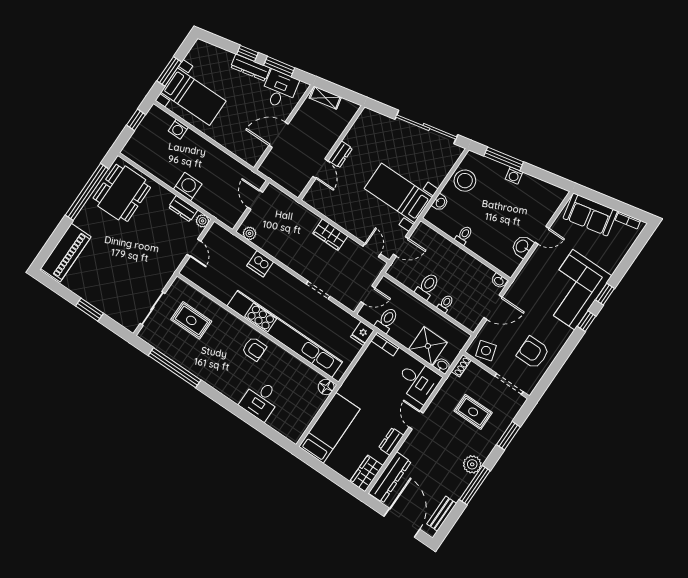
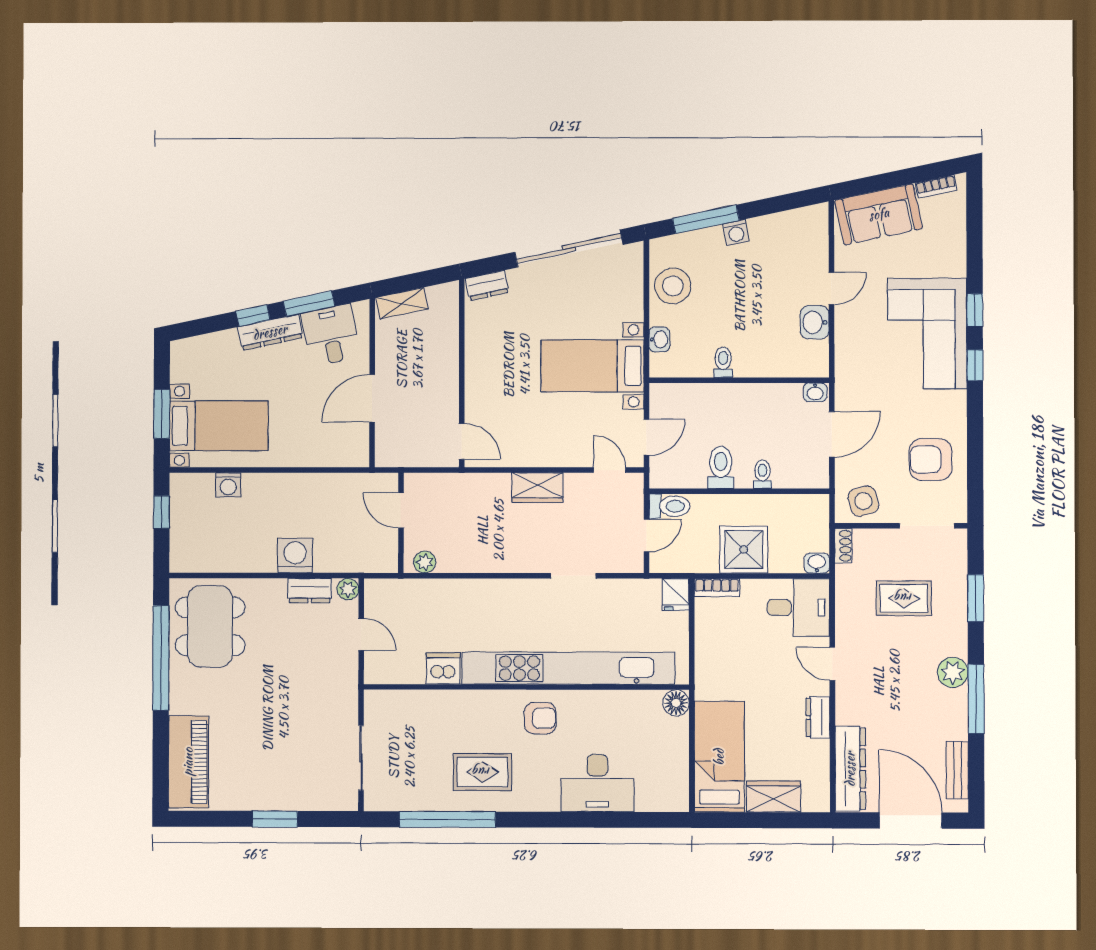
dresser: (340, 154) -> (487, 285), moved, turned 78
door: (320, 169) -> (462, 441), moved
dishwasher: (260, 264) -> (443, 668), moved, turned 180
rug: (191, 320) -> (482, 772), moved
toilet: (387, 320) -> (670, 506), moved, turned 90
shower: (428, 346) -> (744, 550), moved
desk: (261, 400) -> (597, 783), width x1.37
wardrobe: (366, 473) -> (774, 797), moved, turned 90

